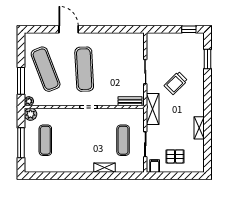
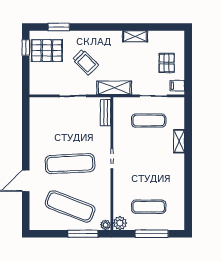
pallet: (186, 48) -> (47, 51), added
exercise mat: (46, 69) -> (70, 206), turned 42

